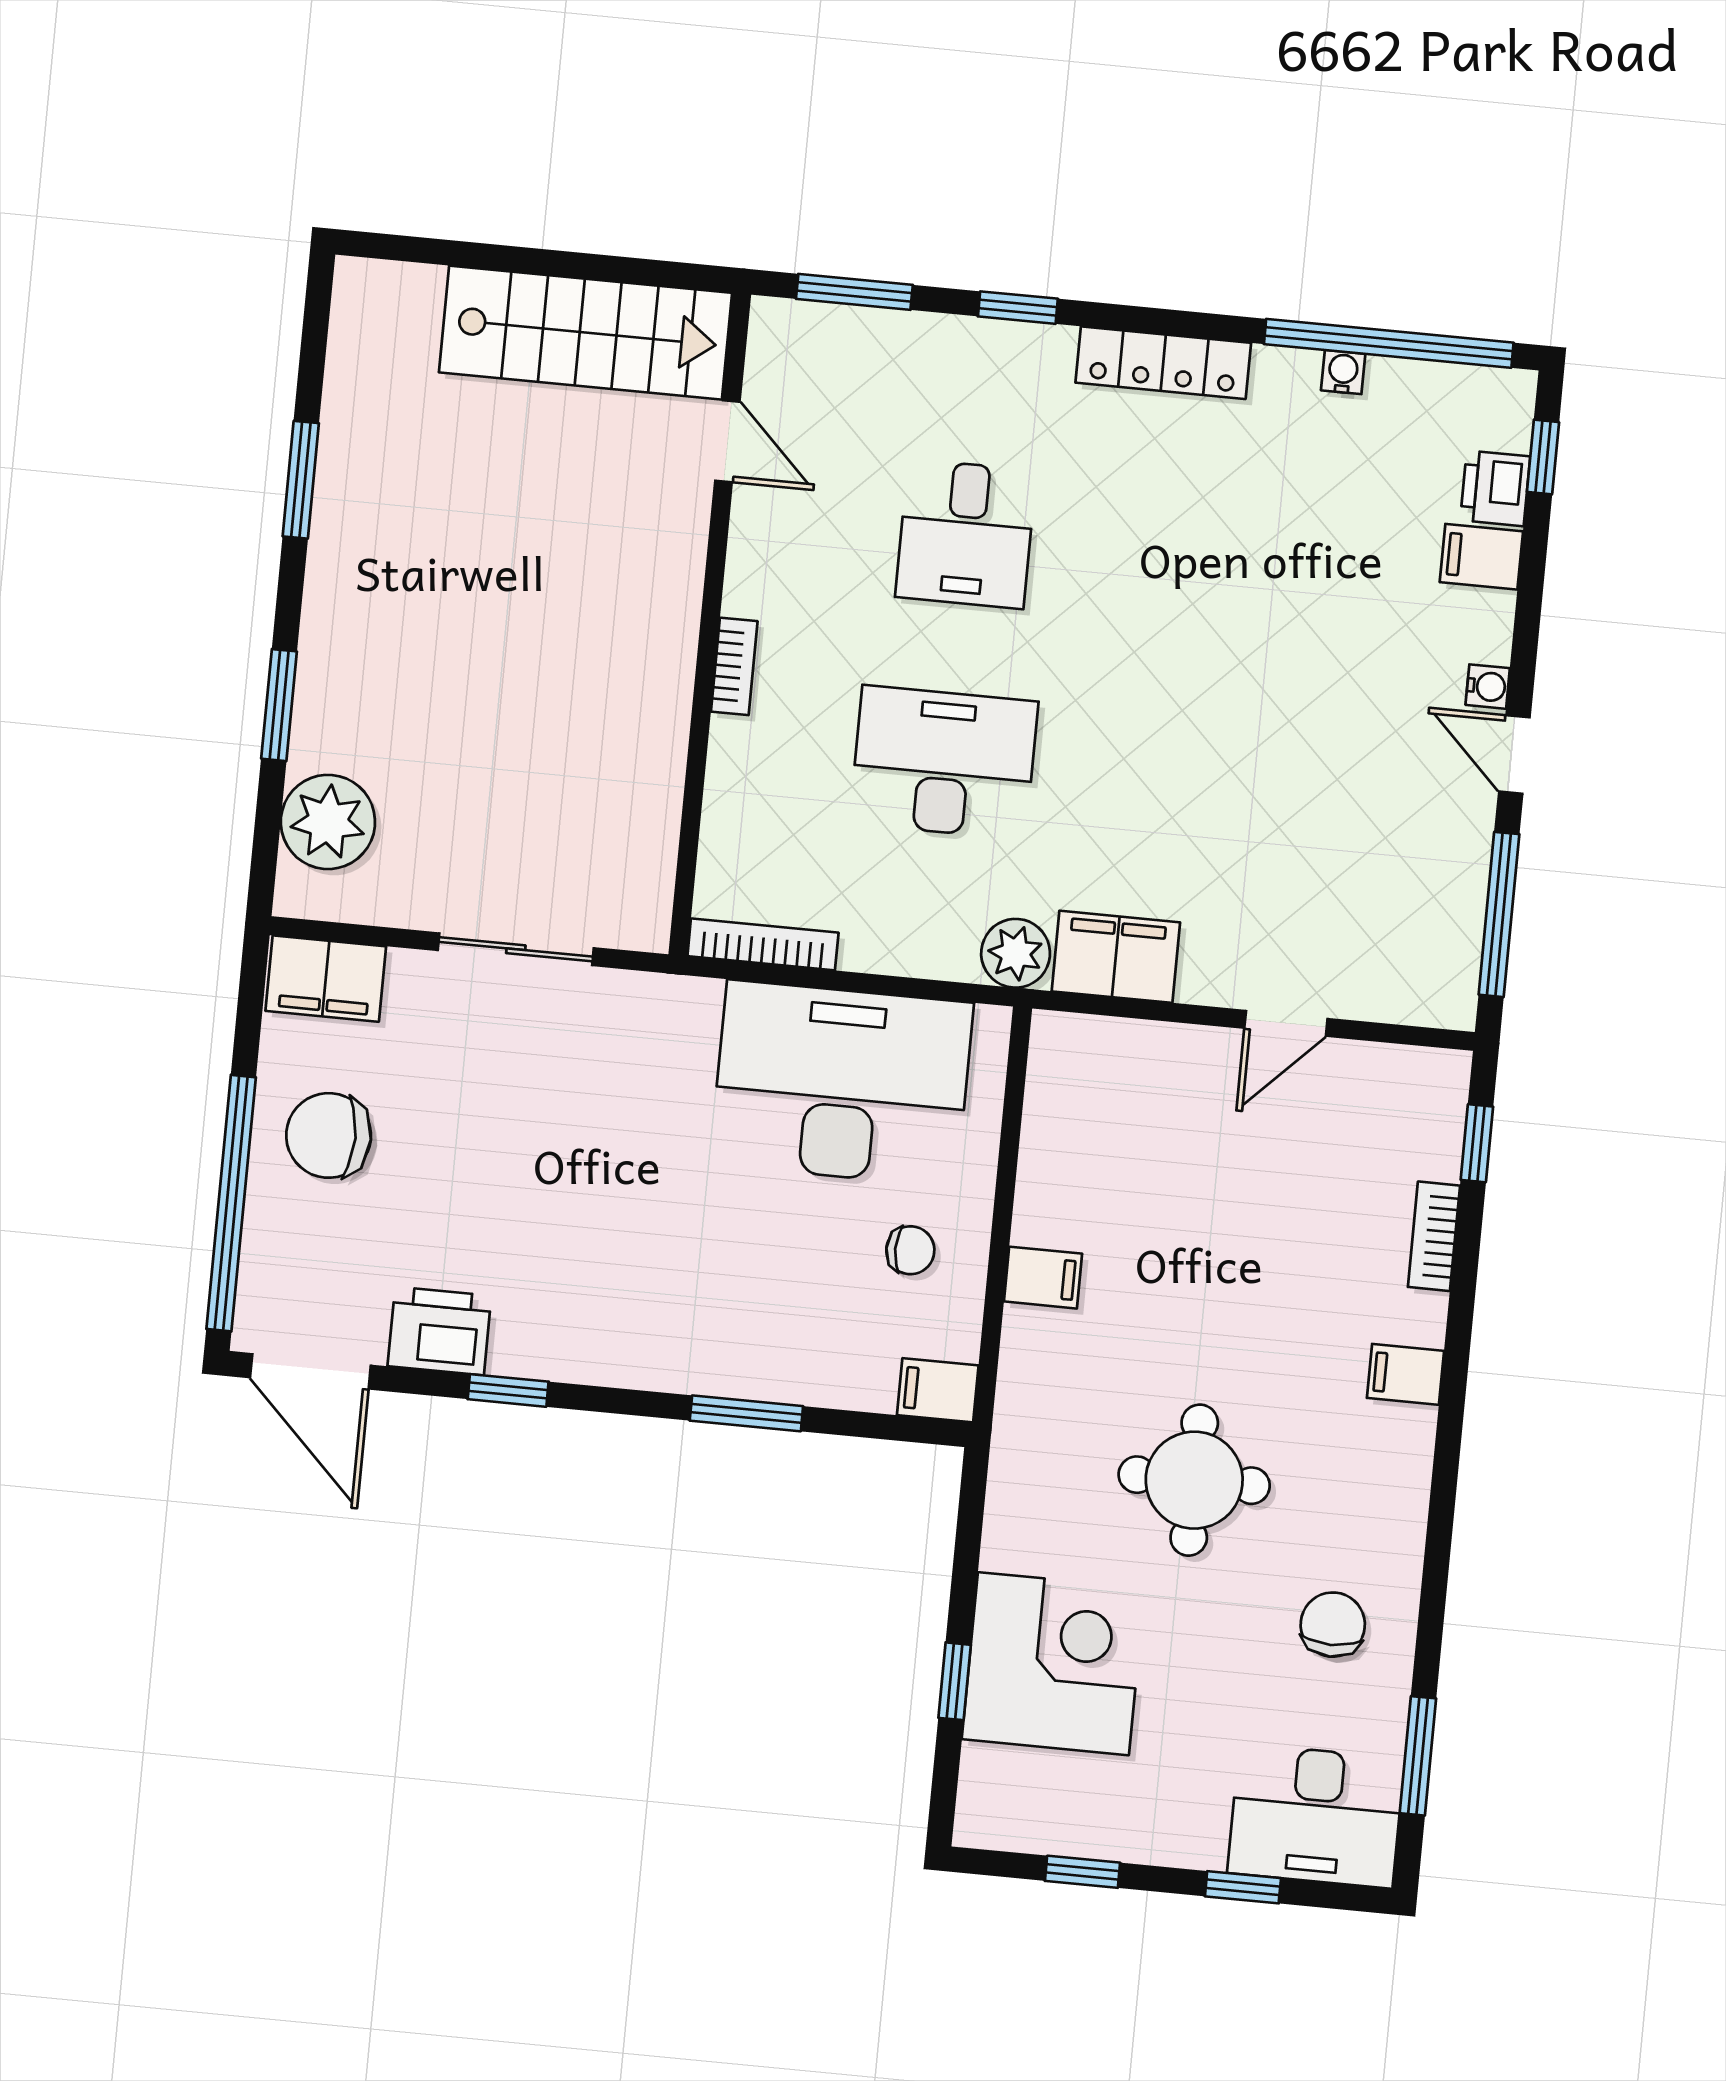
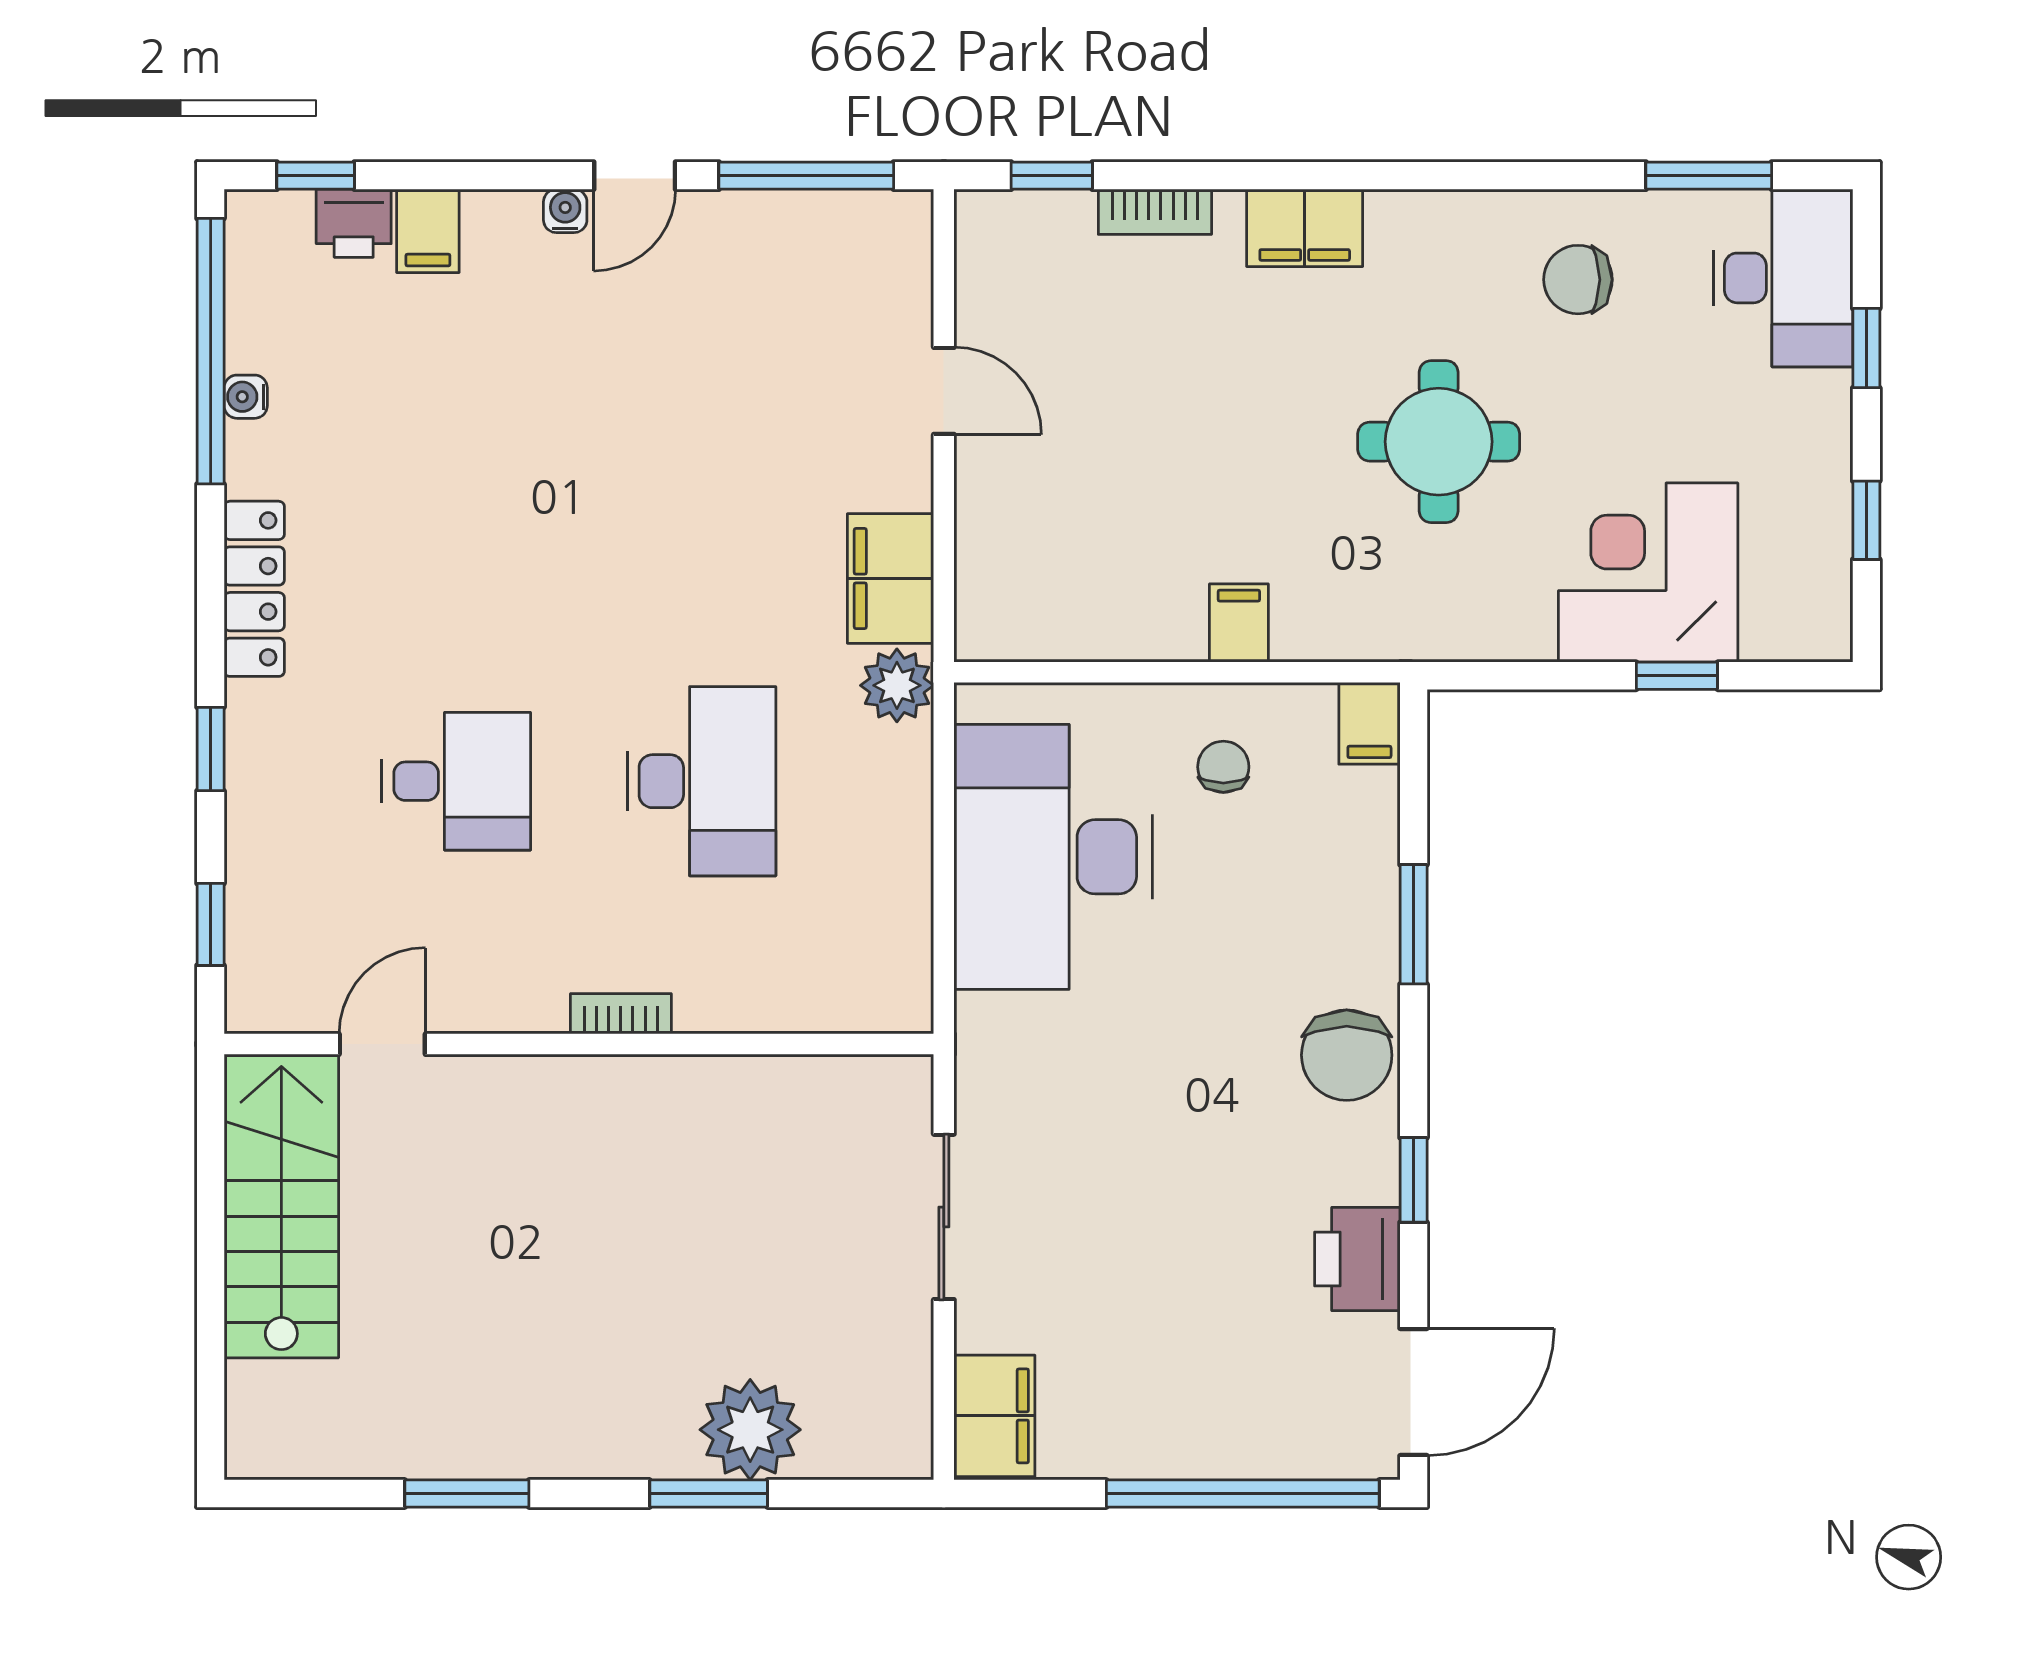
window: (854, 292) -> (211, 924), width x0.67
desk: (944, 762) -> (701, 781), turned 180
plant: (328, 822) -> (750, 1430), moved
bookcase: (763, 944) -> (913, 955), removed
chair: (329, 1135) -> (1347, 1055), moved
filing cabinet: (1406, 1374) -> (1305, 228), width x2.00

